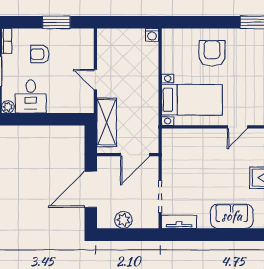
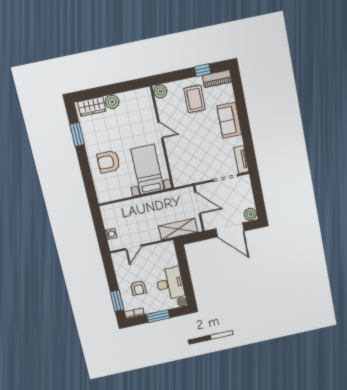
window: (56, 22) -> (117, 301), moved
washing machine: (152, 35) -> (111, 234), moved
door: (95, 80) -> (133, 247), moved
desk: (31, 96) -> (170, 283), width x1.37
plant: (123, 220) -> (250, 214), moved

